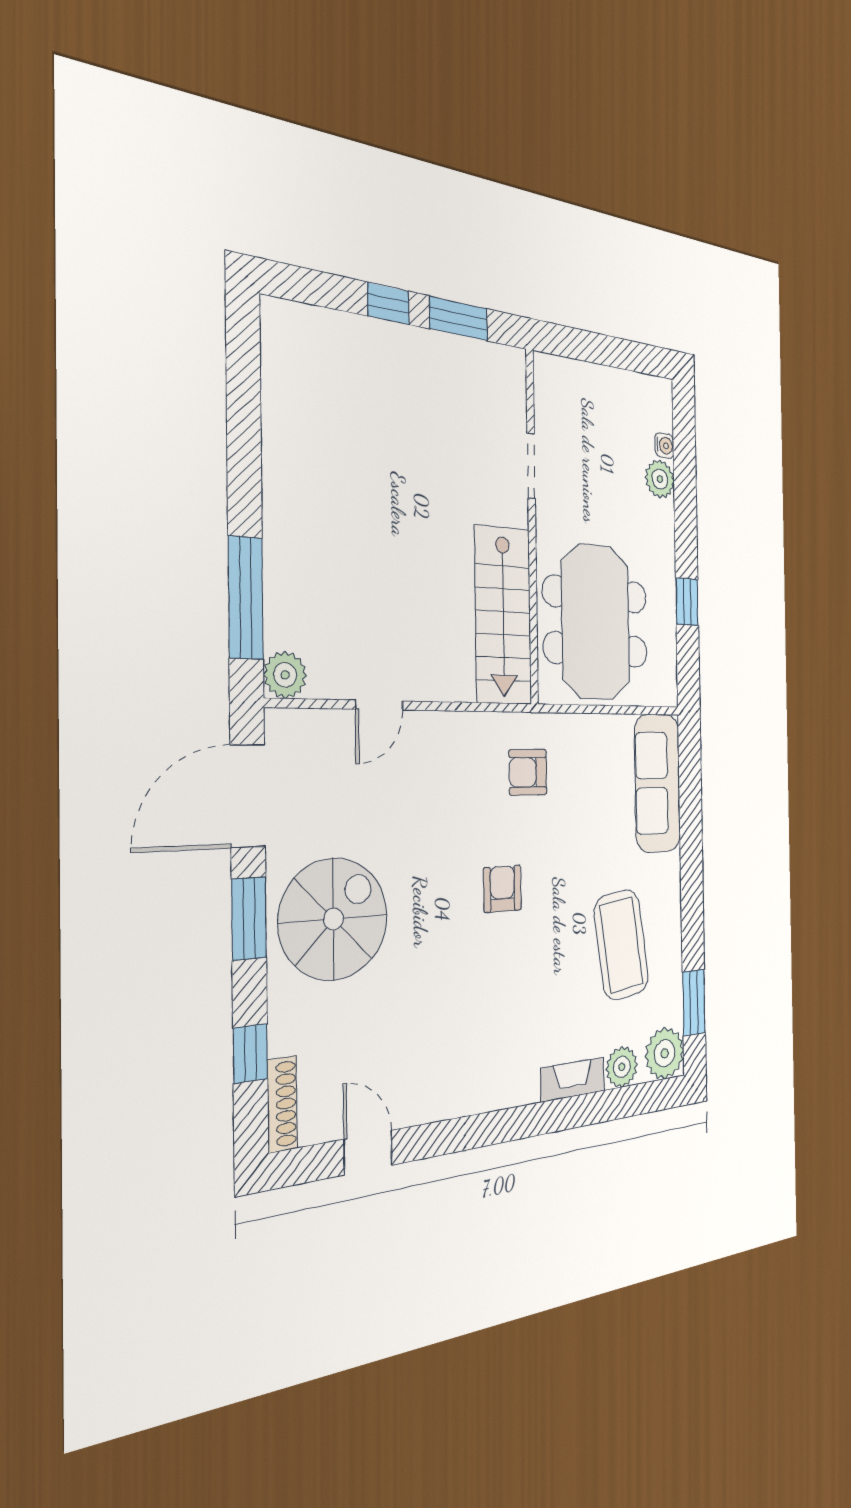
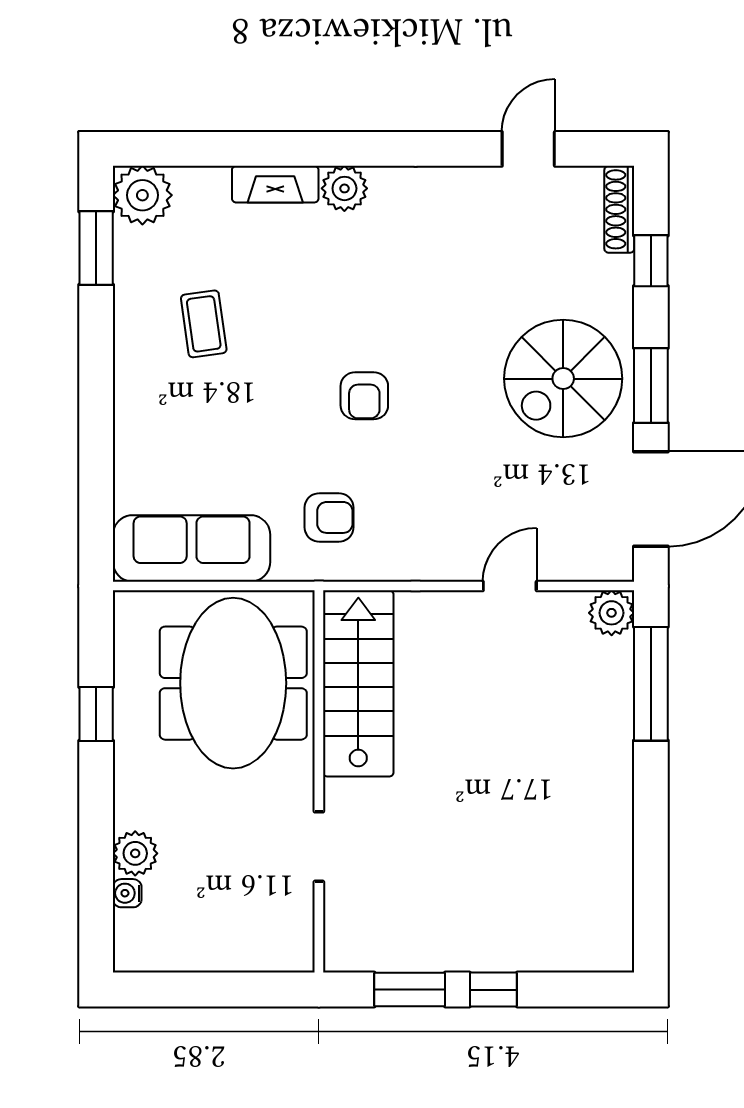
sofa: (658, 783) -> (192, 548), moved, turned -90
coffee table: (621, 945) -> (204, 324), width x0.54, depth x0.58
plant: (622, 1067) -> (344, 188), moved
door: (368, 1152) -> (528, 149), swing flipped

